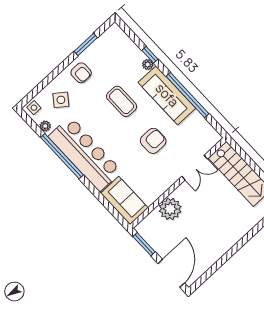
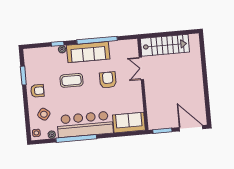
double door: (195, 168) -> (141, 68), swing flipped
plant: (170, 209) -> (154, 100), removed

